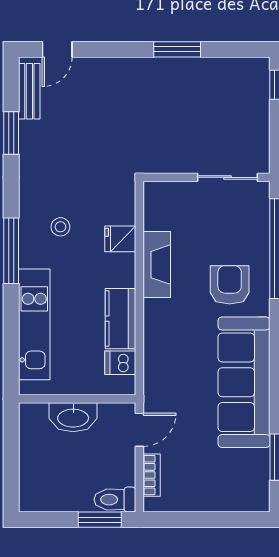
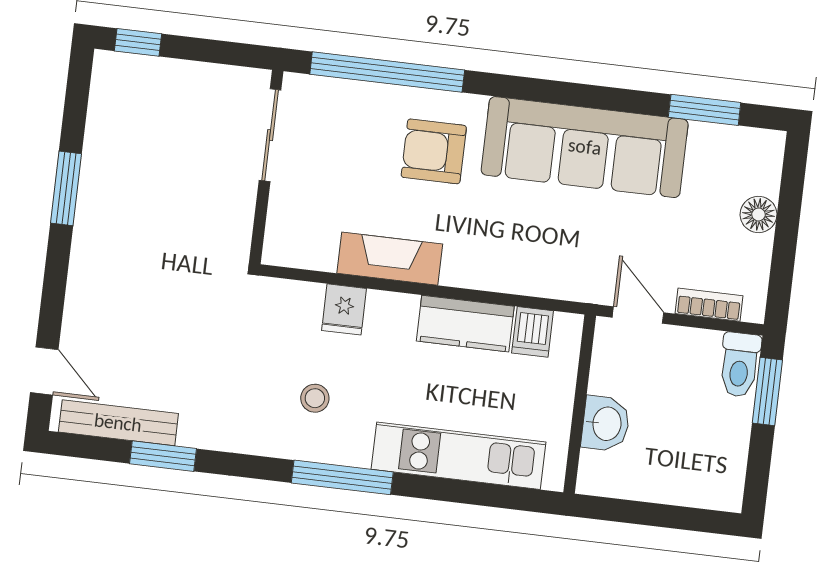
bench: (29, 91) -> (118, 423), width x1.36
washbasin: (73, 417) -> (606, 424), width x0.72
floor lamp: (214, 500) -> (759, 214), added

